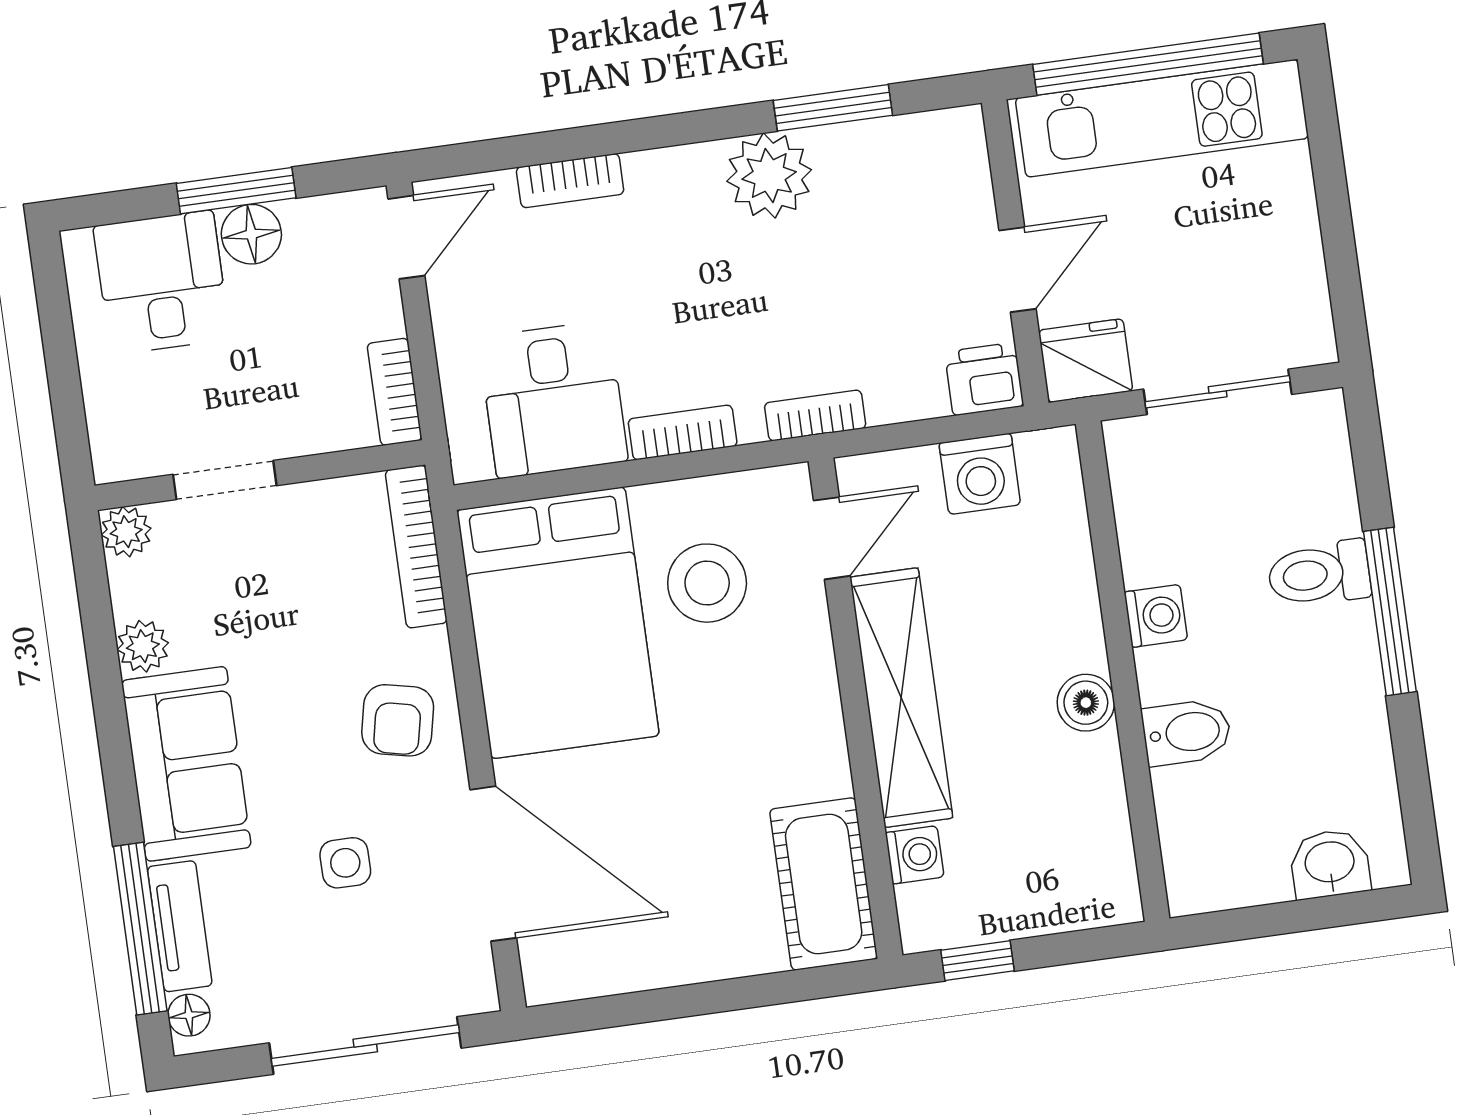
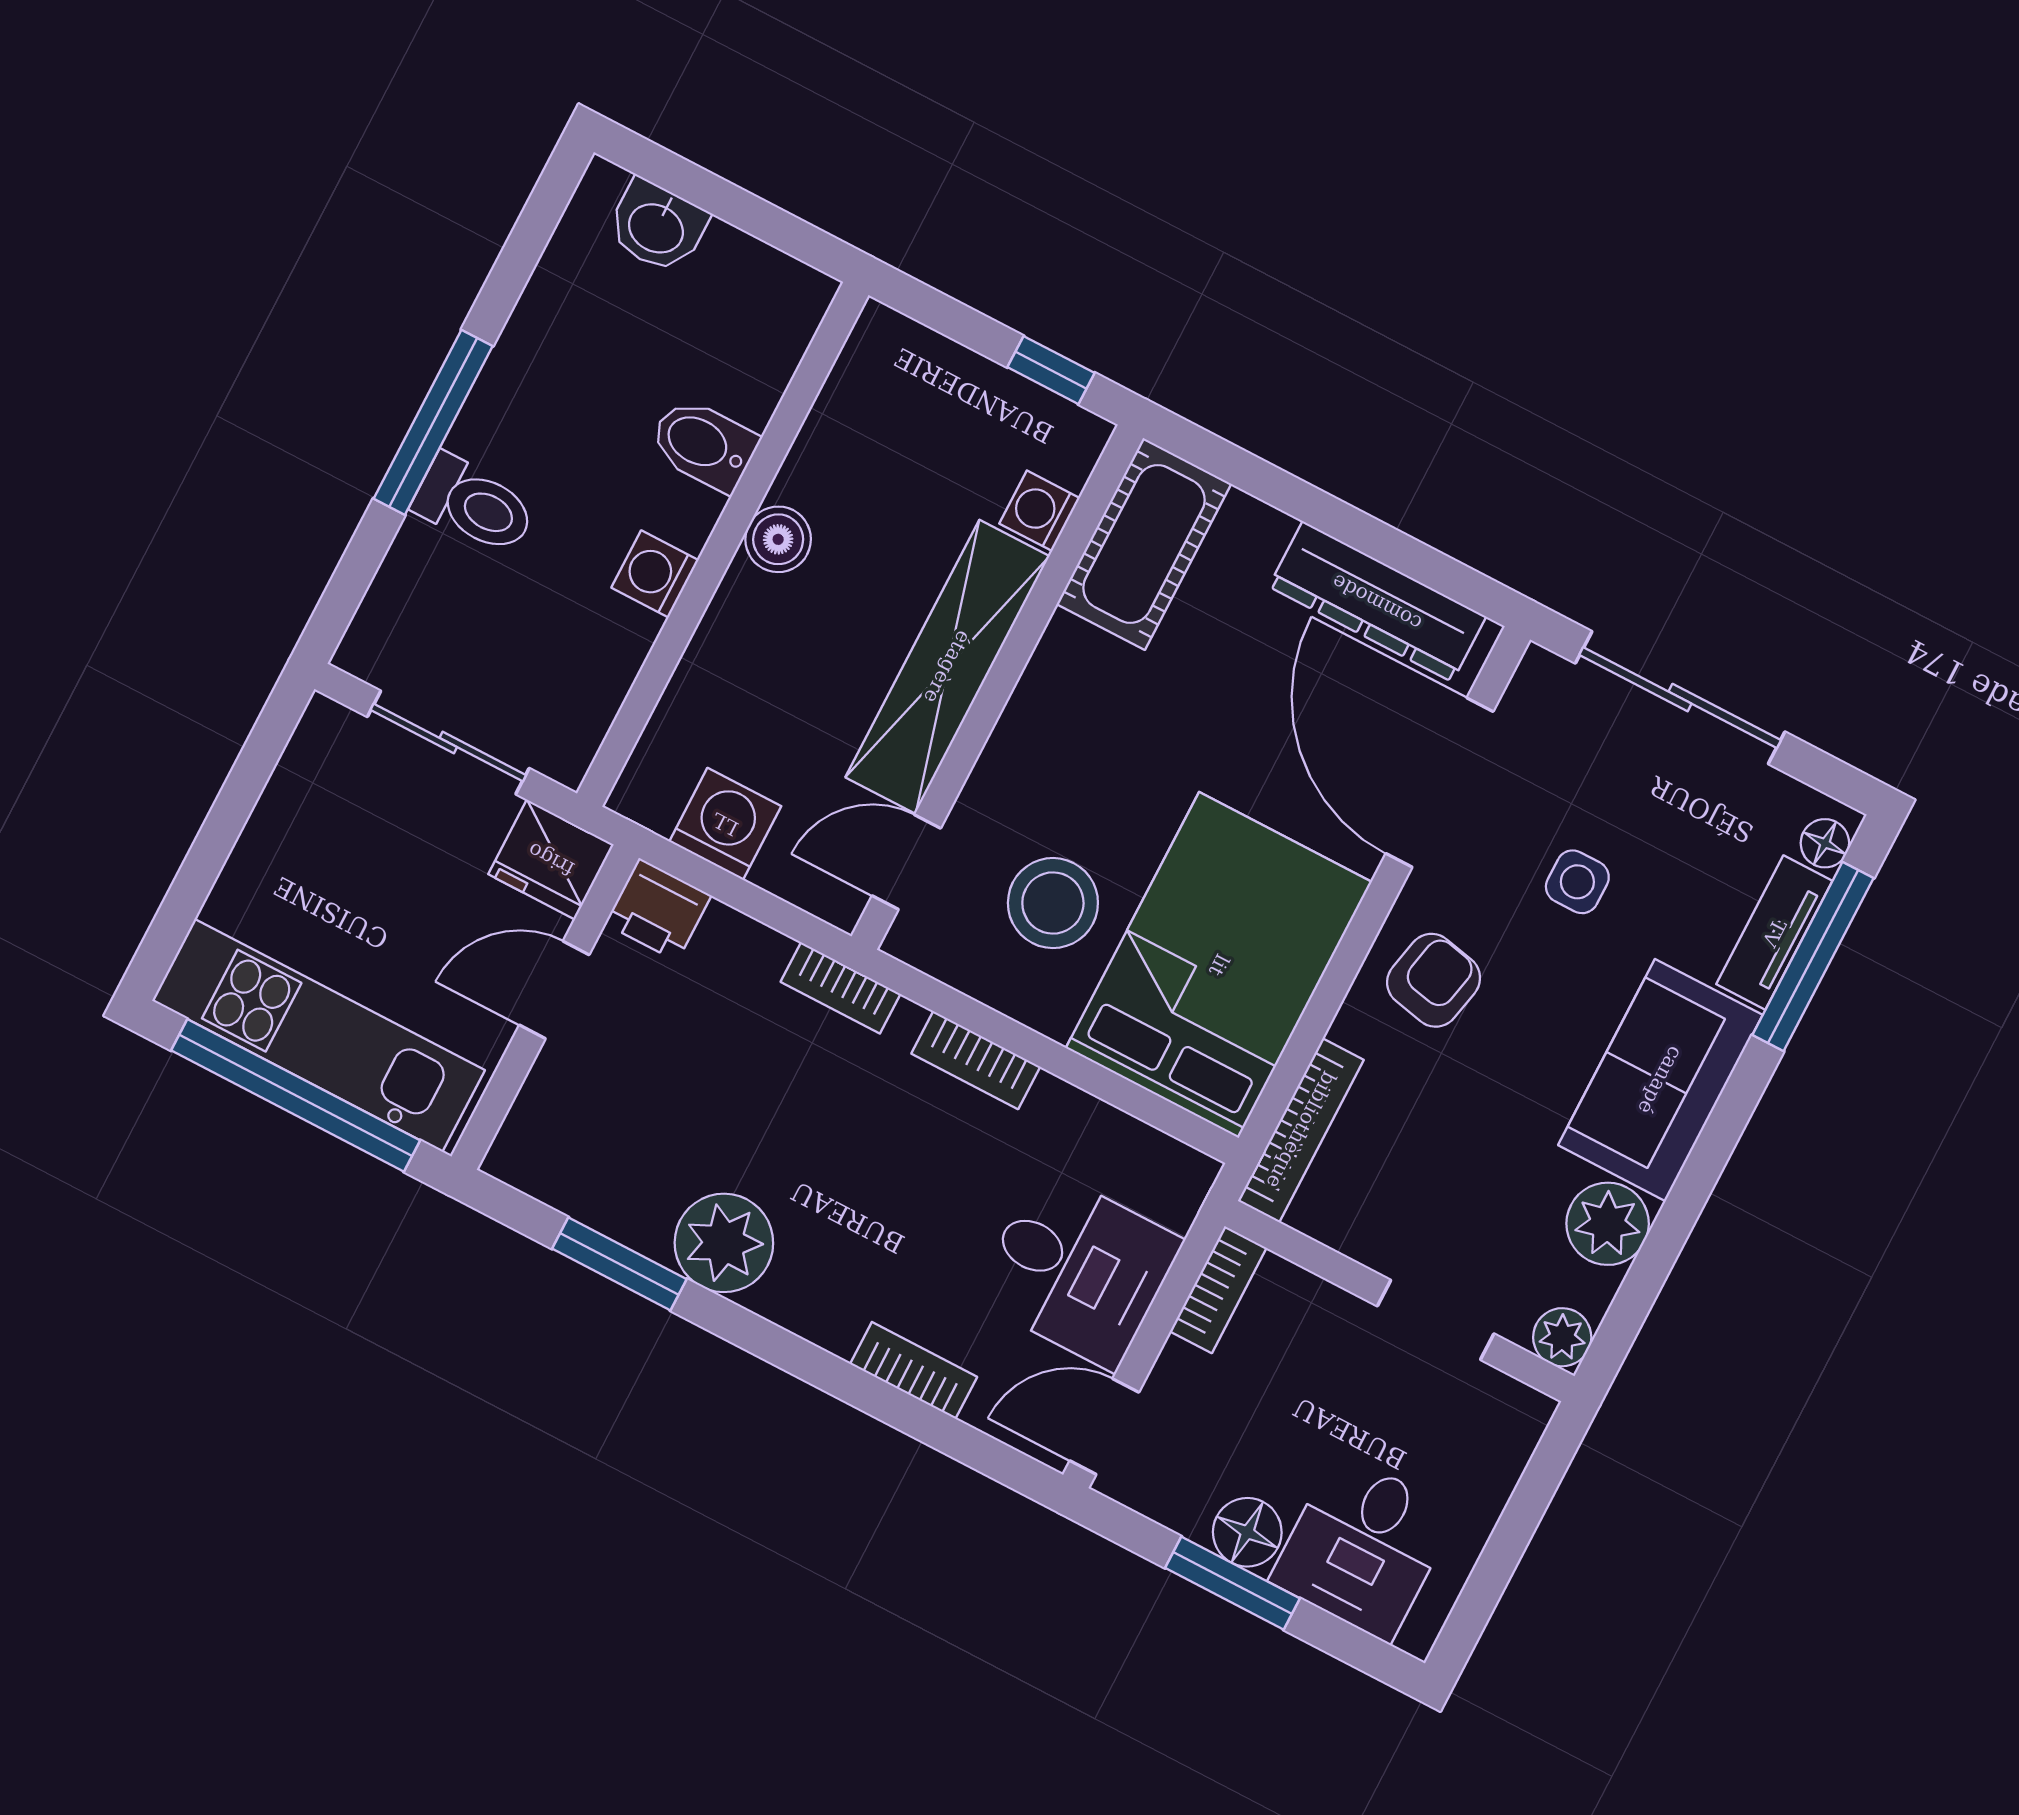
desk: (553, 399) -> (1078, 1269), moved, turned 90
plant: (143, 646) -> (1608, 1224), width x1.38, depth x1.38
dresser: (629, 961) -> (1377, 602), added

